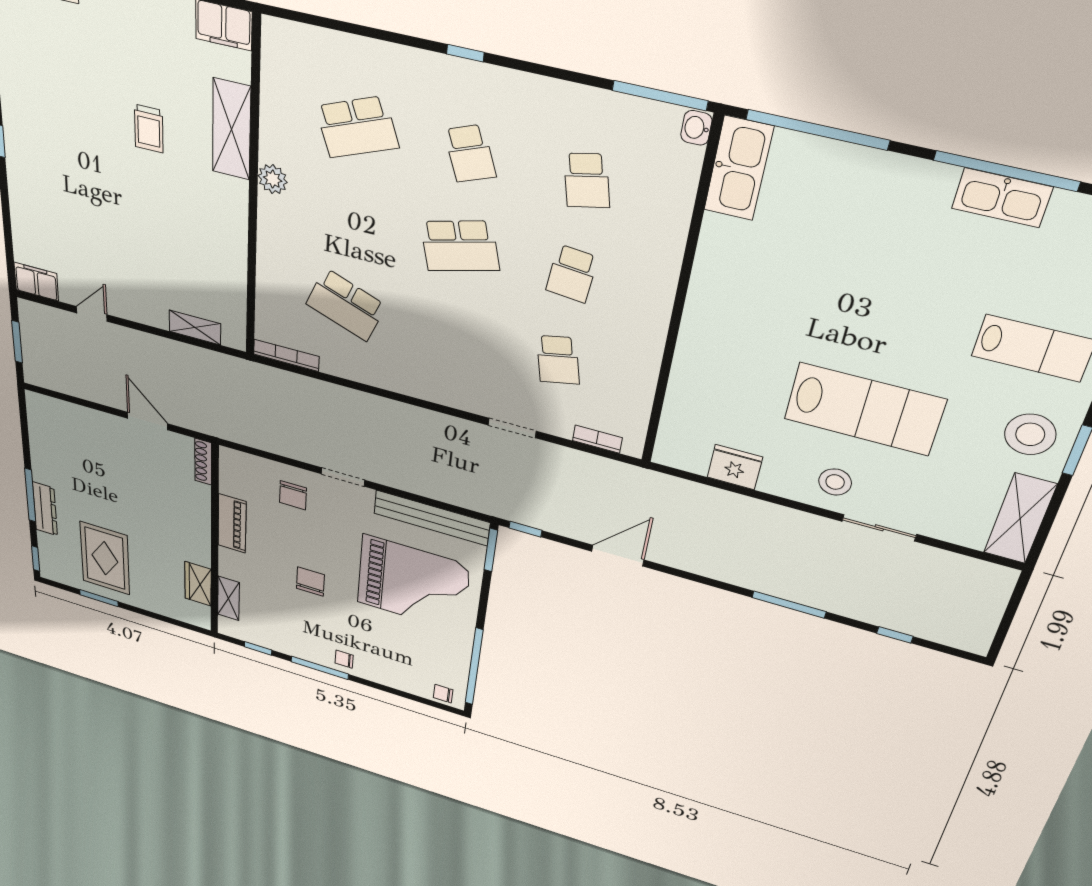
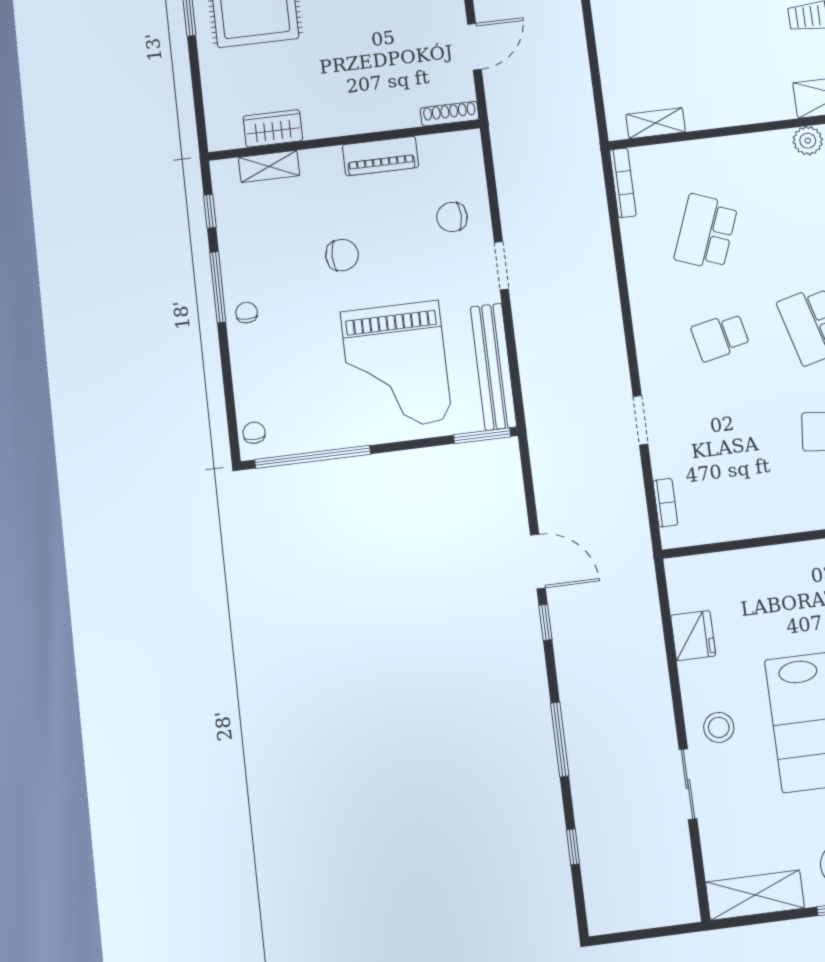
shelving: (195, 327) -> (656, 123), moved, turned 90
school desk: (558, 360) -> (720, 337), moved
window: (525, 529) -> (545, 622), moved

